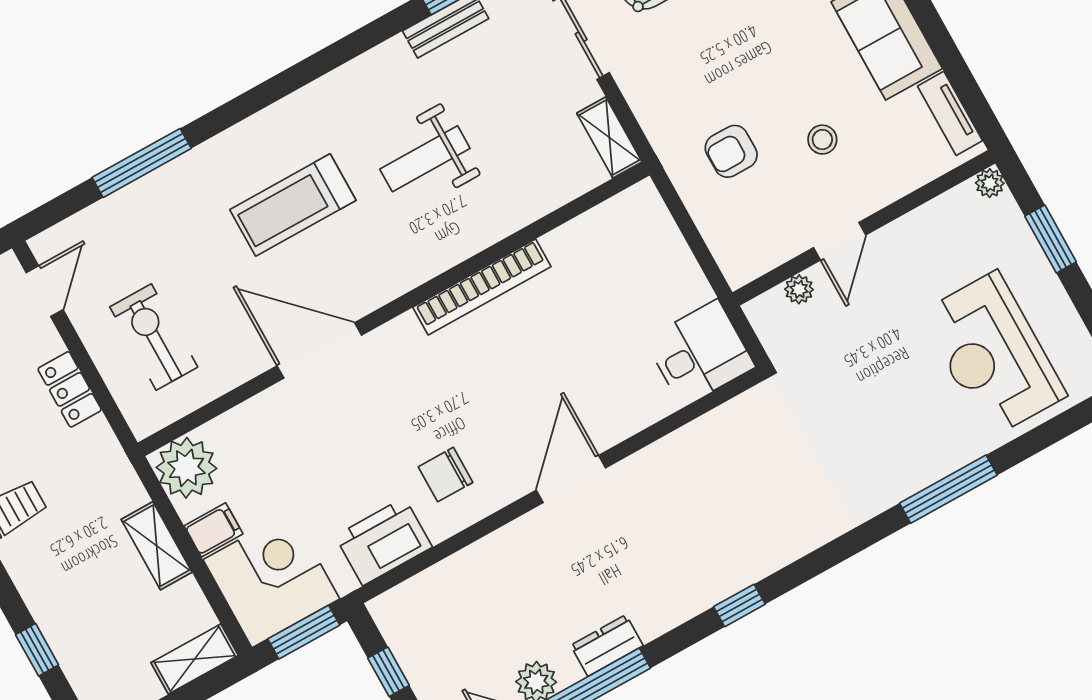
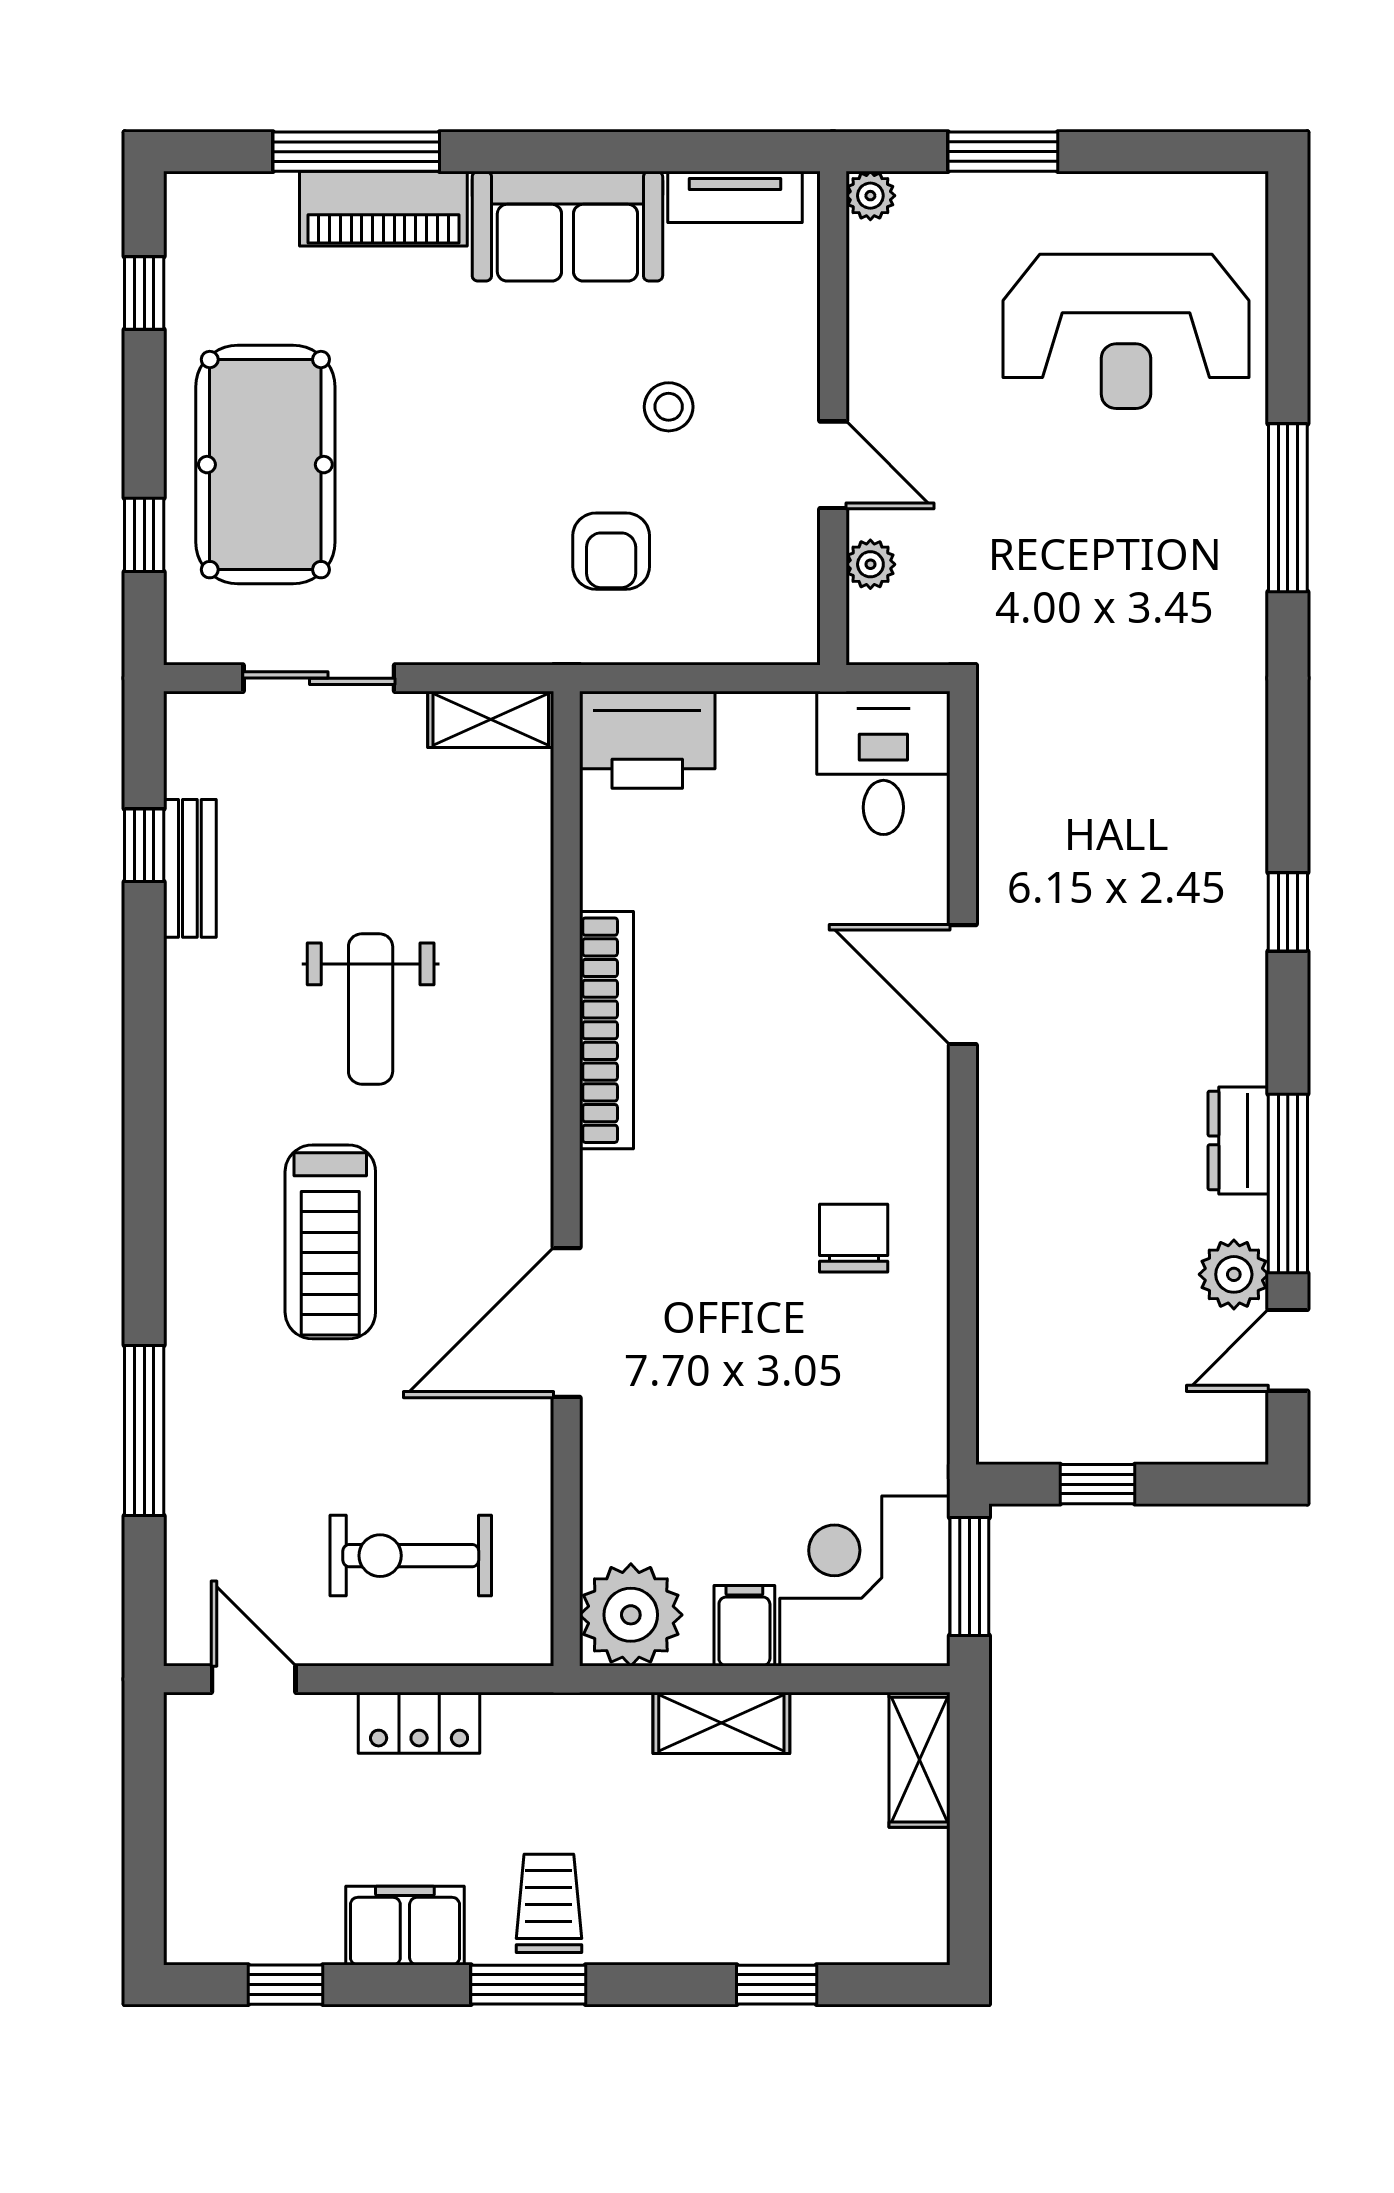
chair: (446, 475) -> (854, 1238), turned 180
door: (571, 479) -> (963, 985), moved
printer: (384, 542) -> (647, 740), moved, turned -90

